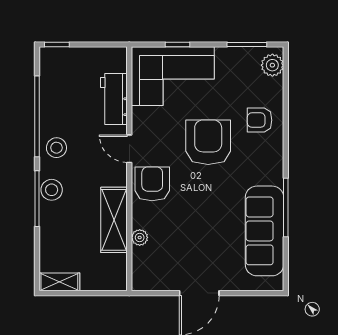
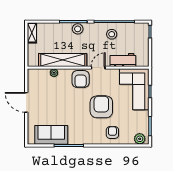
armchair: (208, 142) -> (101, 107), turned -90
stool: (56, 148) -> (112, 34), moved
armchair: (152, 184) -> (81, 79), turned 90
shelving: (114, 220) -> (63, 60), width x1.47
sofa: (264, 231) -> (51, 135), width x0.73

